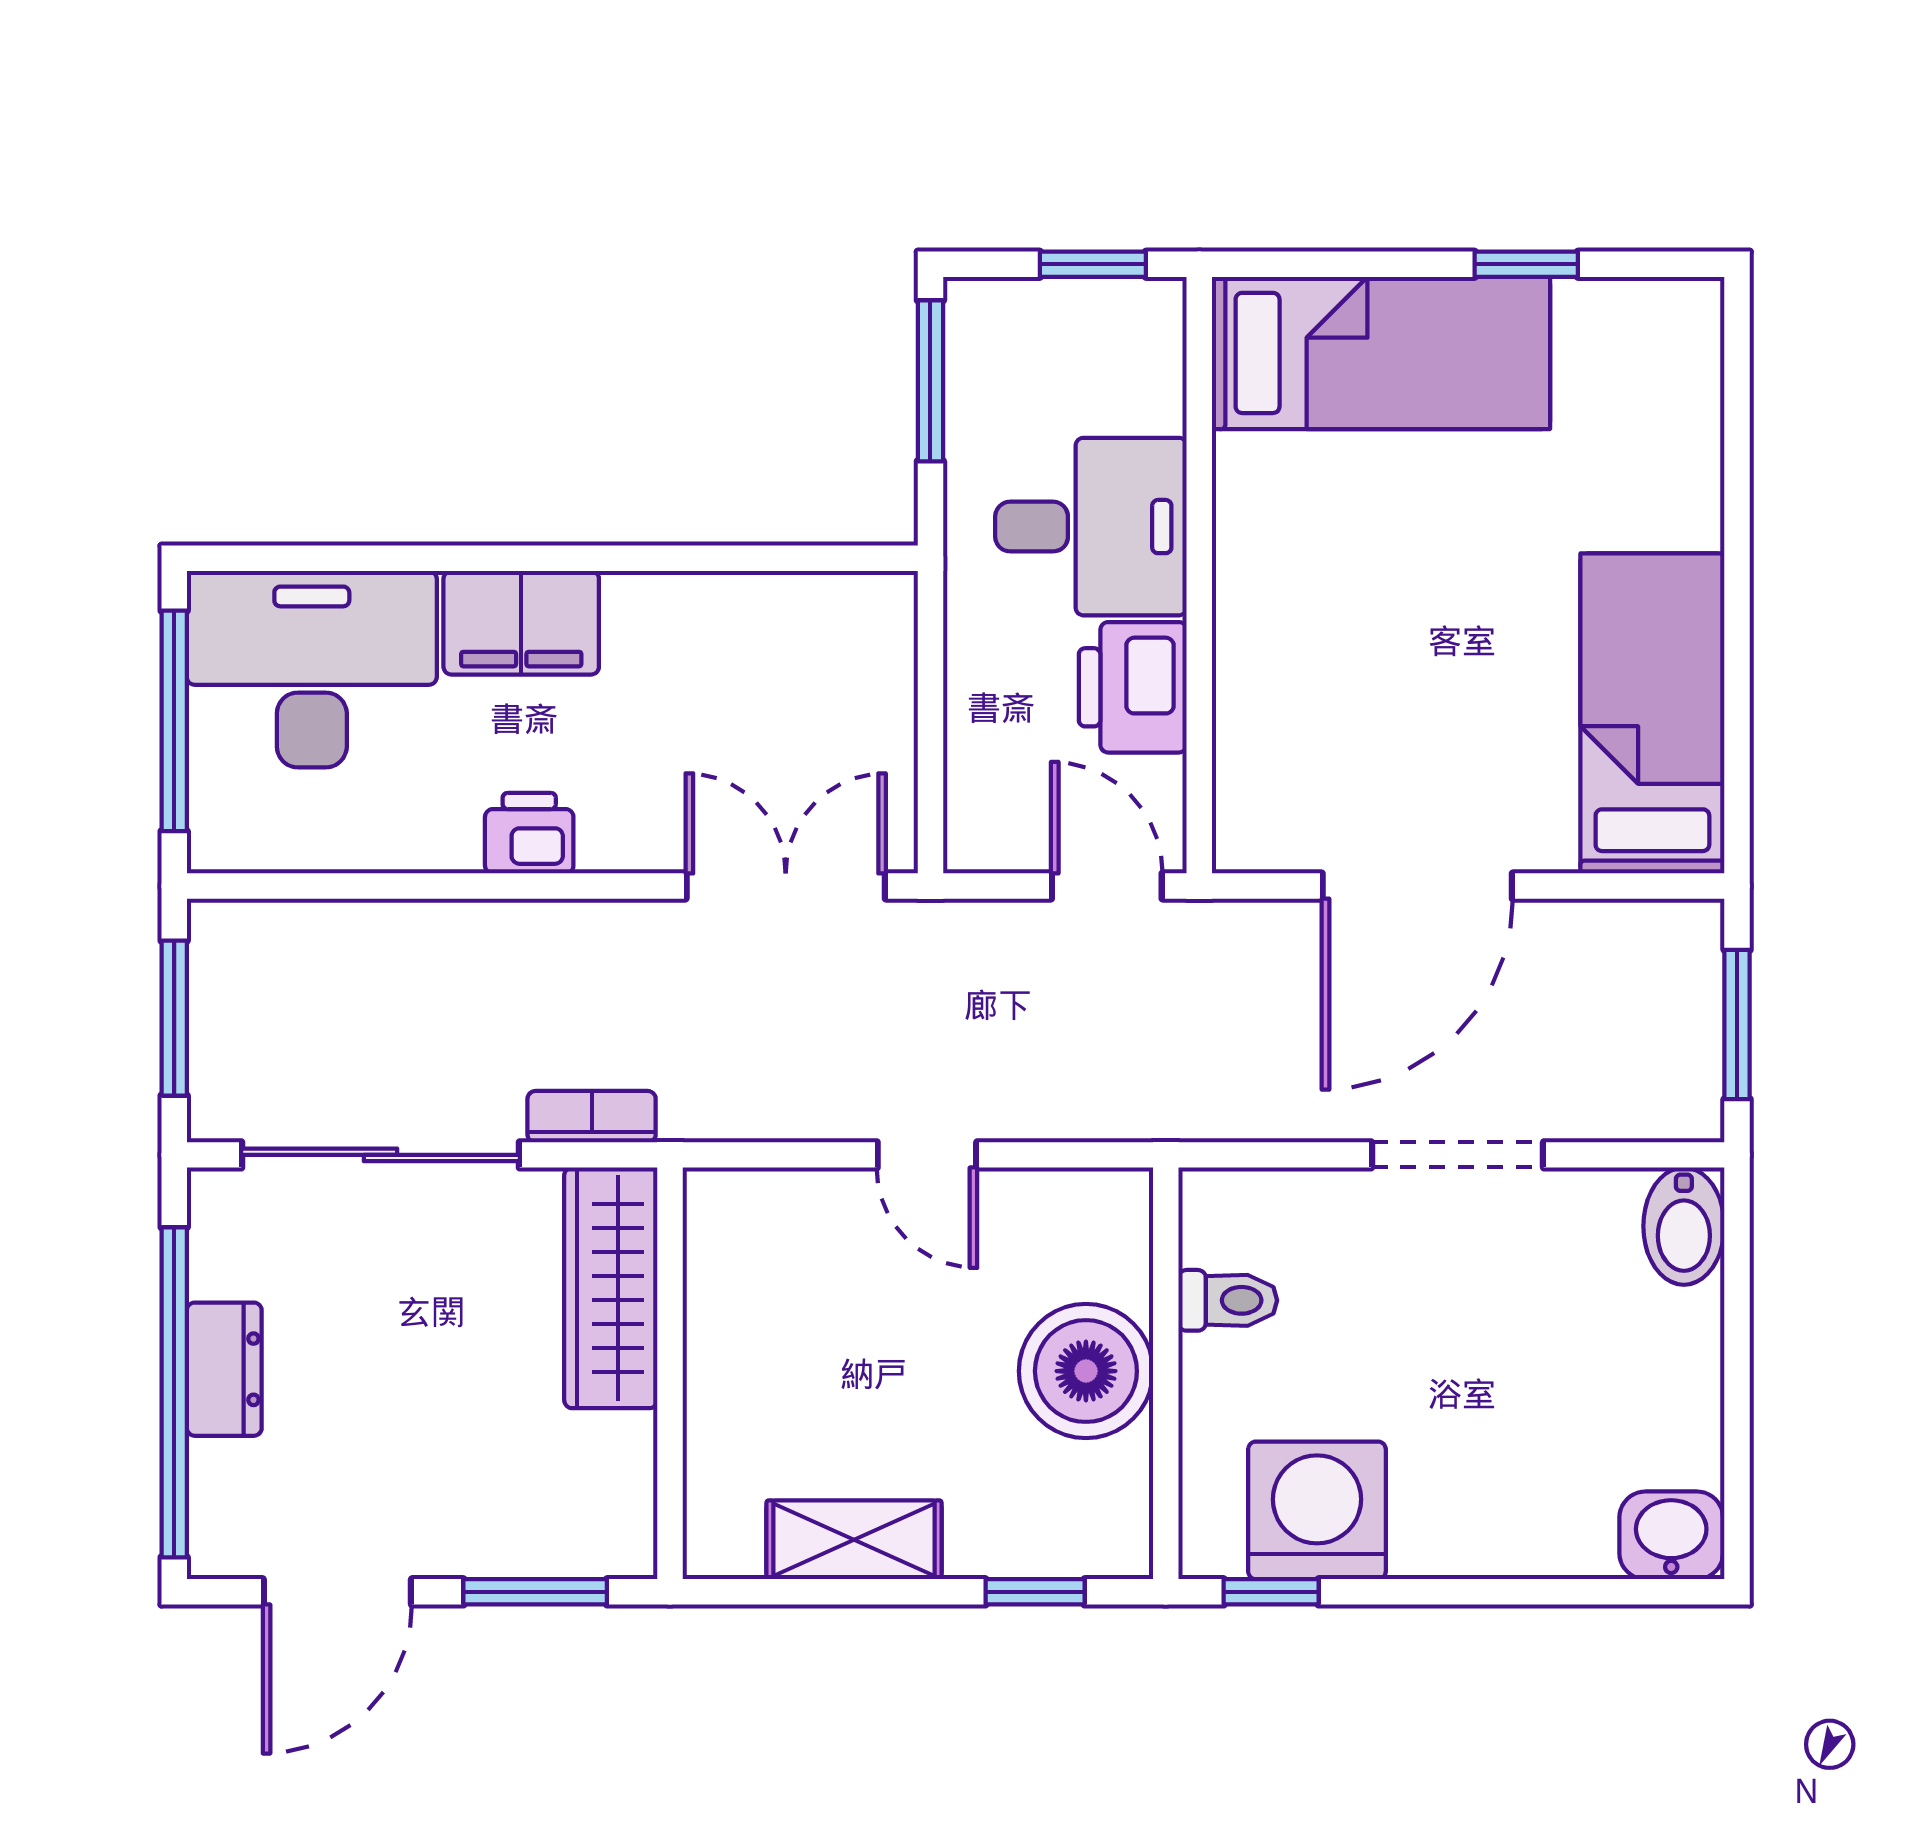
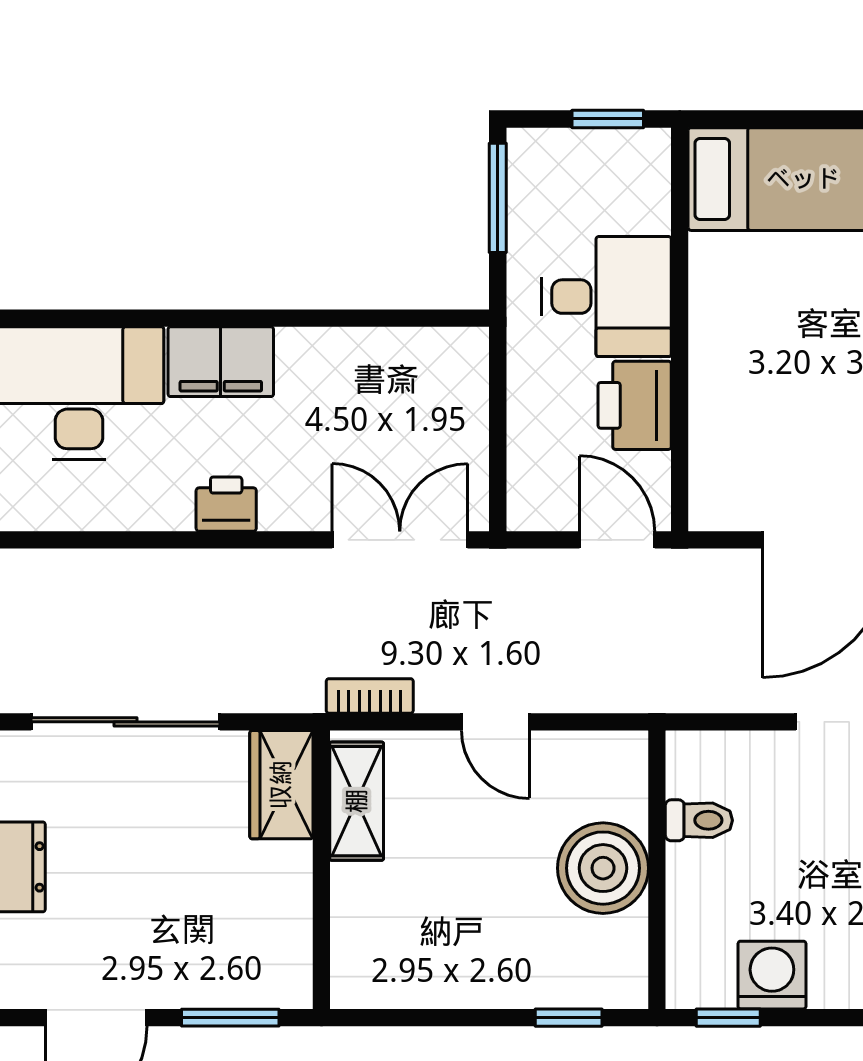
bookcase: (592, 1117) -> (370, 696), moved
wardrobe: (611, 1288) -> (281, 785), width x0.67
washing machine: (1317, 1510) -> (772, 975), width x0.73, depth x0.73
shelving: (854, 1540) -> (357, 801), moved, turned 90

